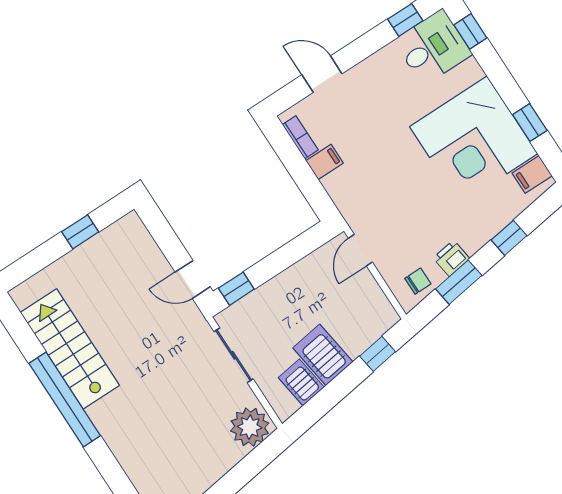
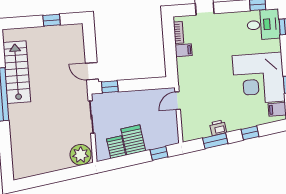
chair: (418, 281) -> (196, 130), removed

